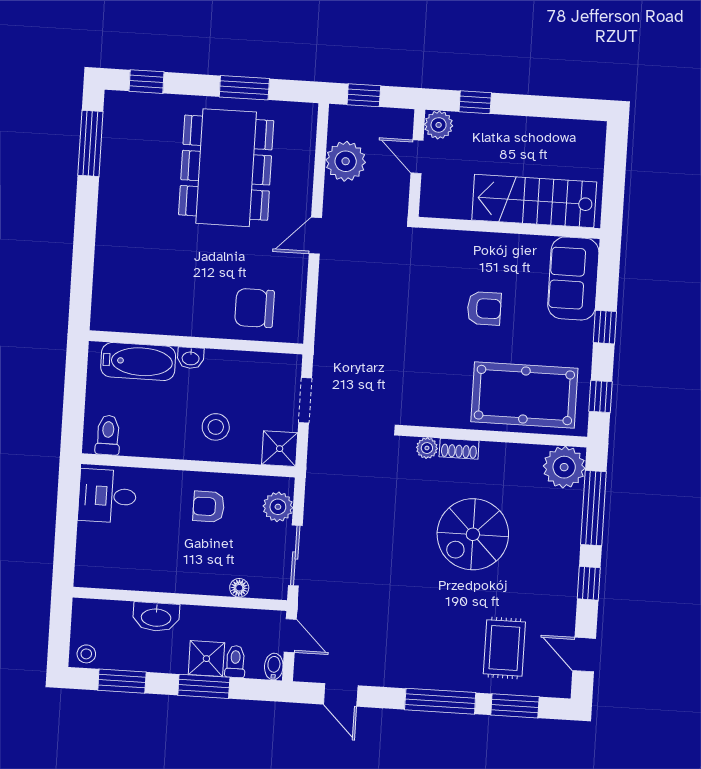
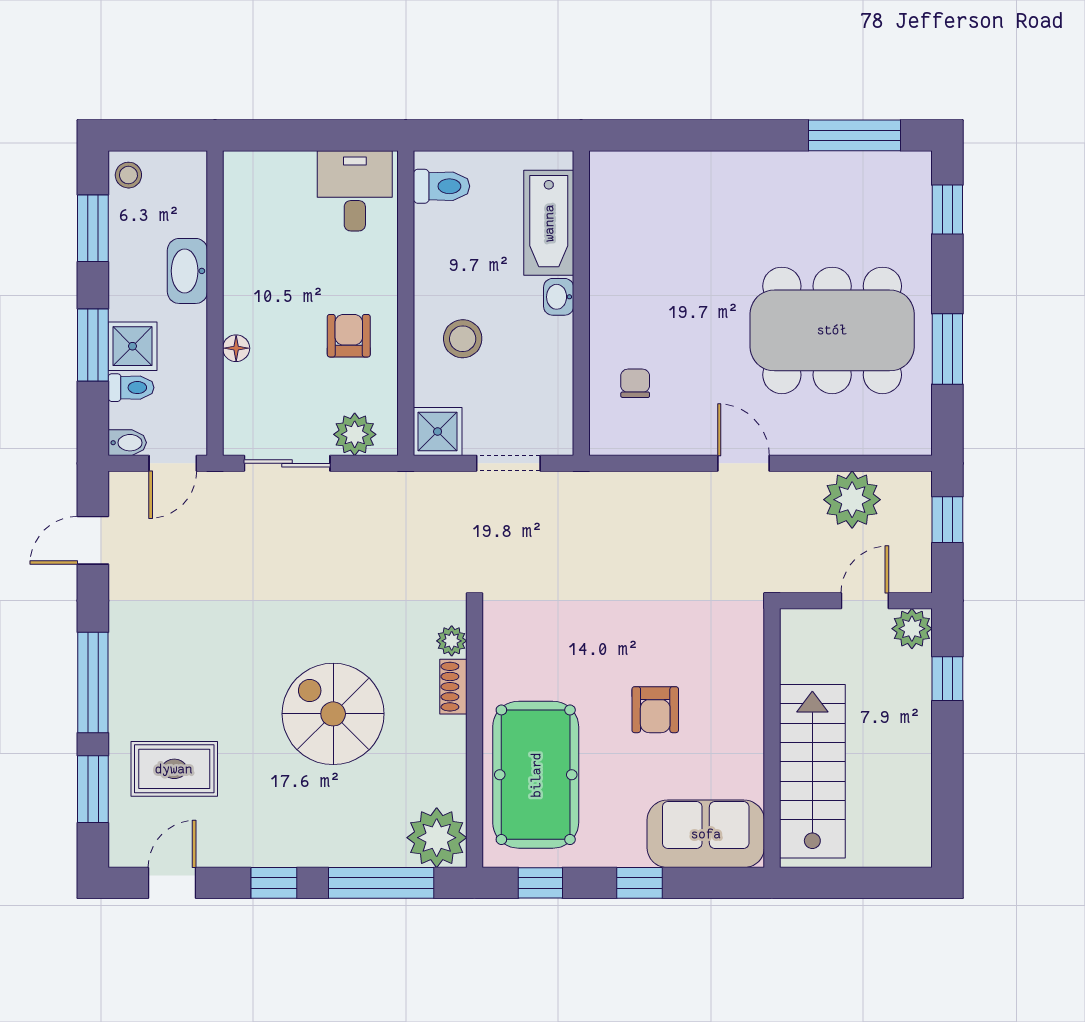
chair: (255, 308) -> (635, 383), width x0.54, depth x0.54
floor lamp: (239, 588) -> (236, 348), moved

